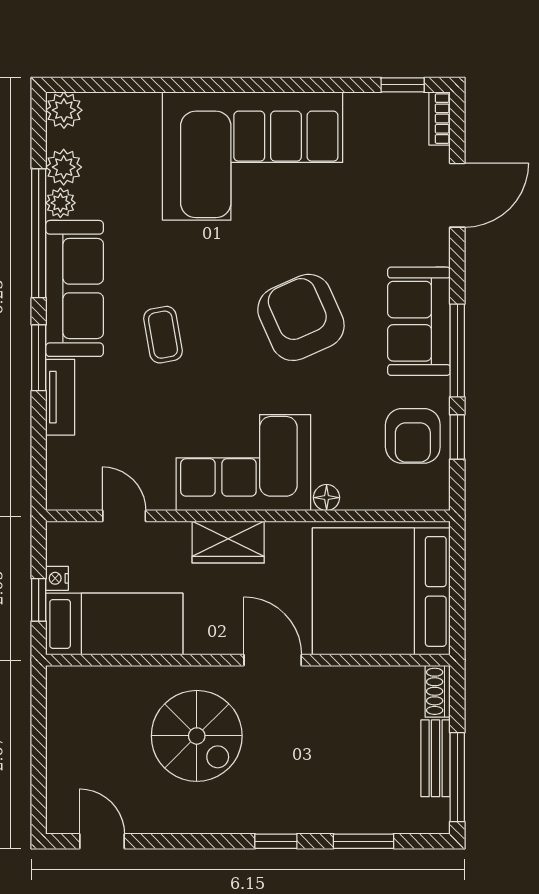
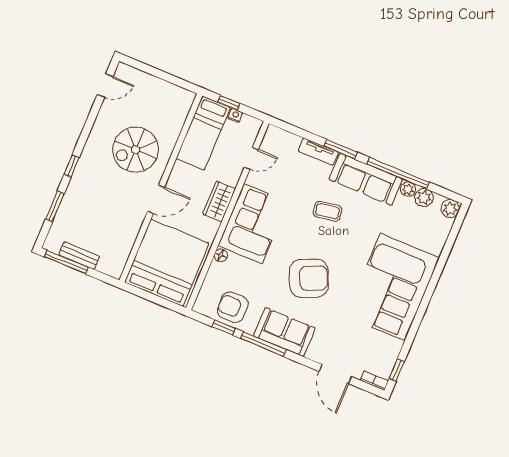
shoe rack: (438, 691) -> (110, 270), removed

